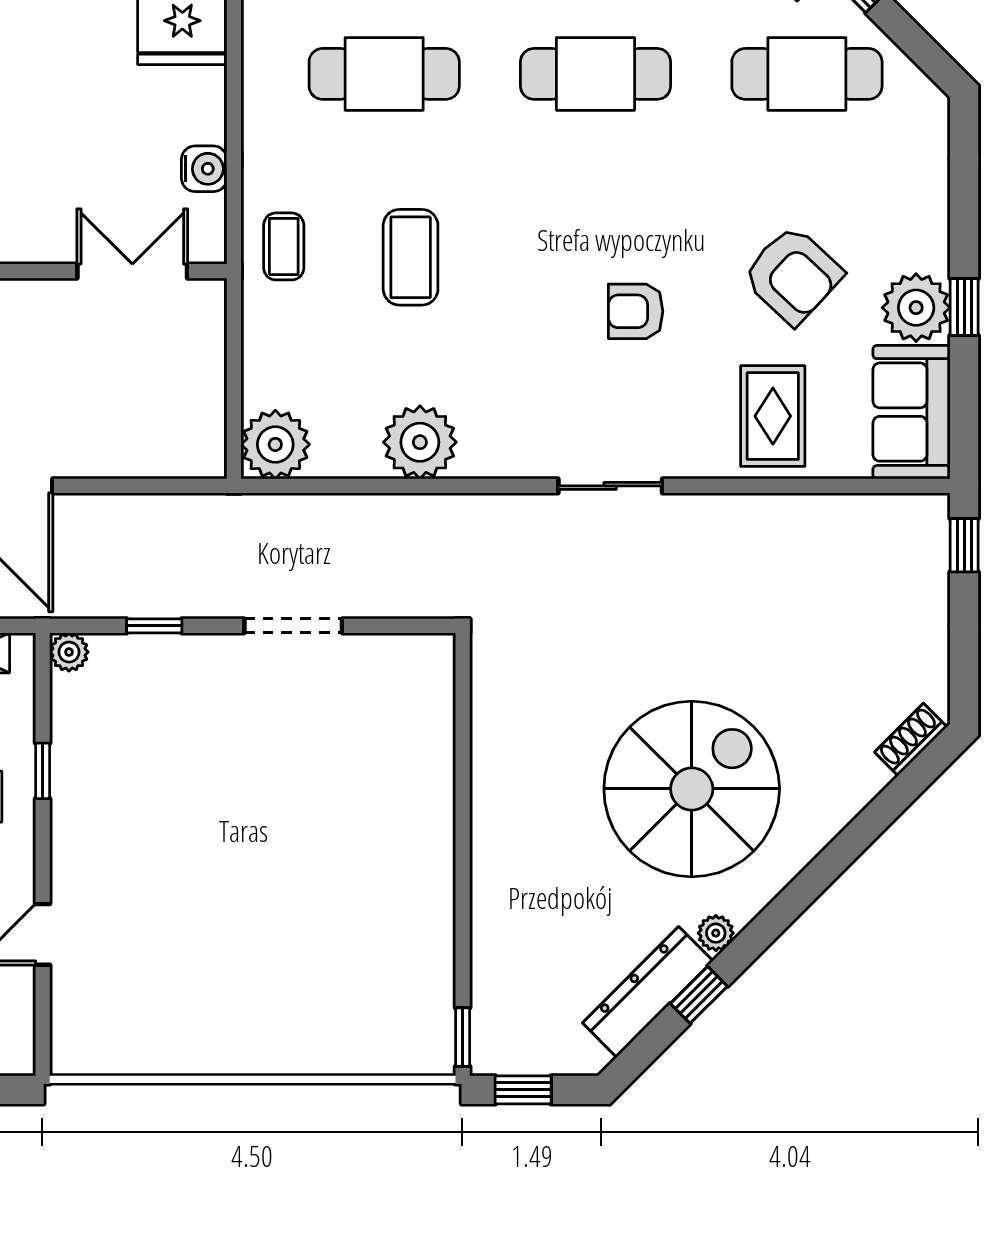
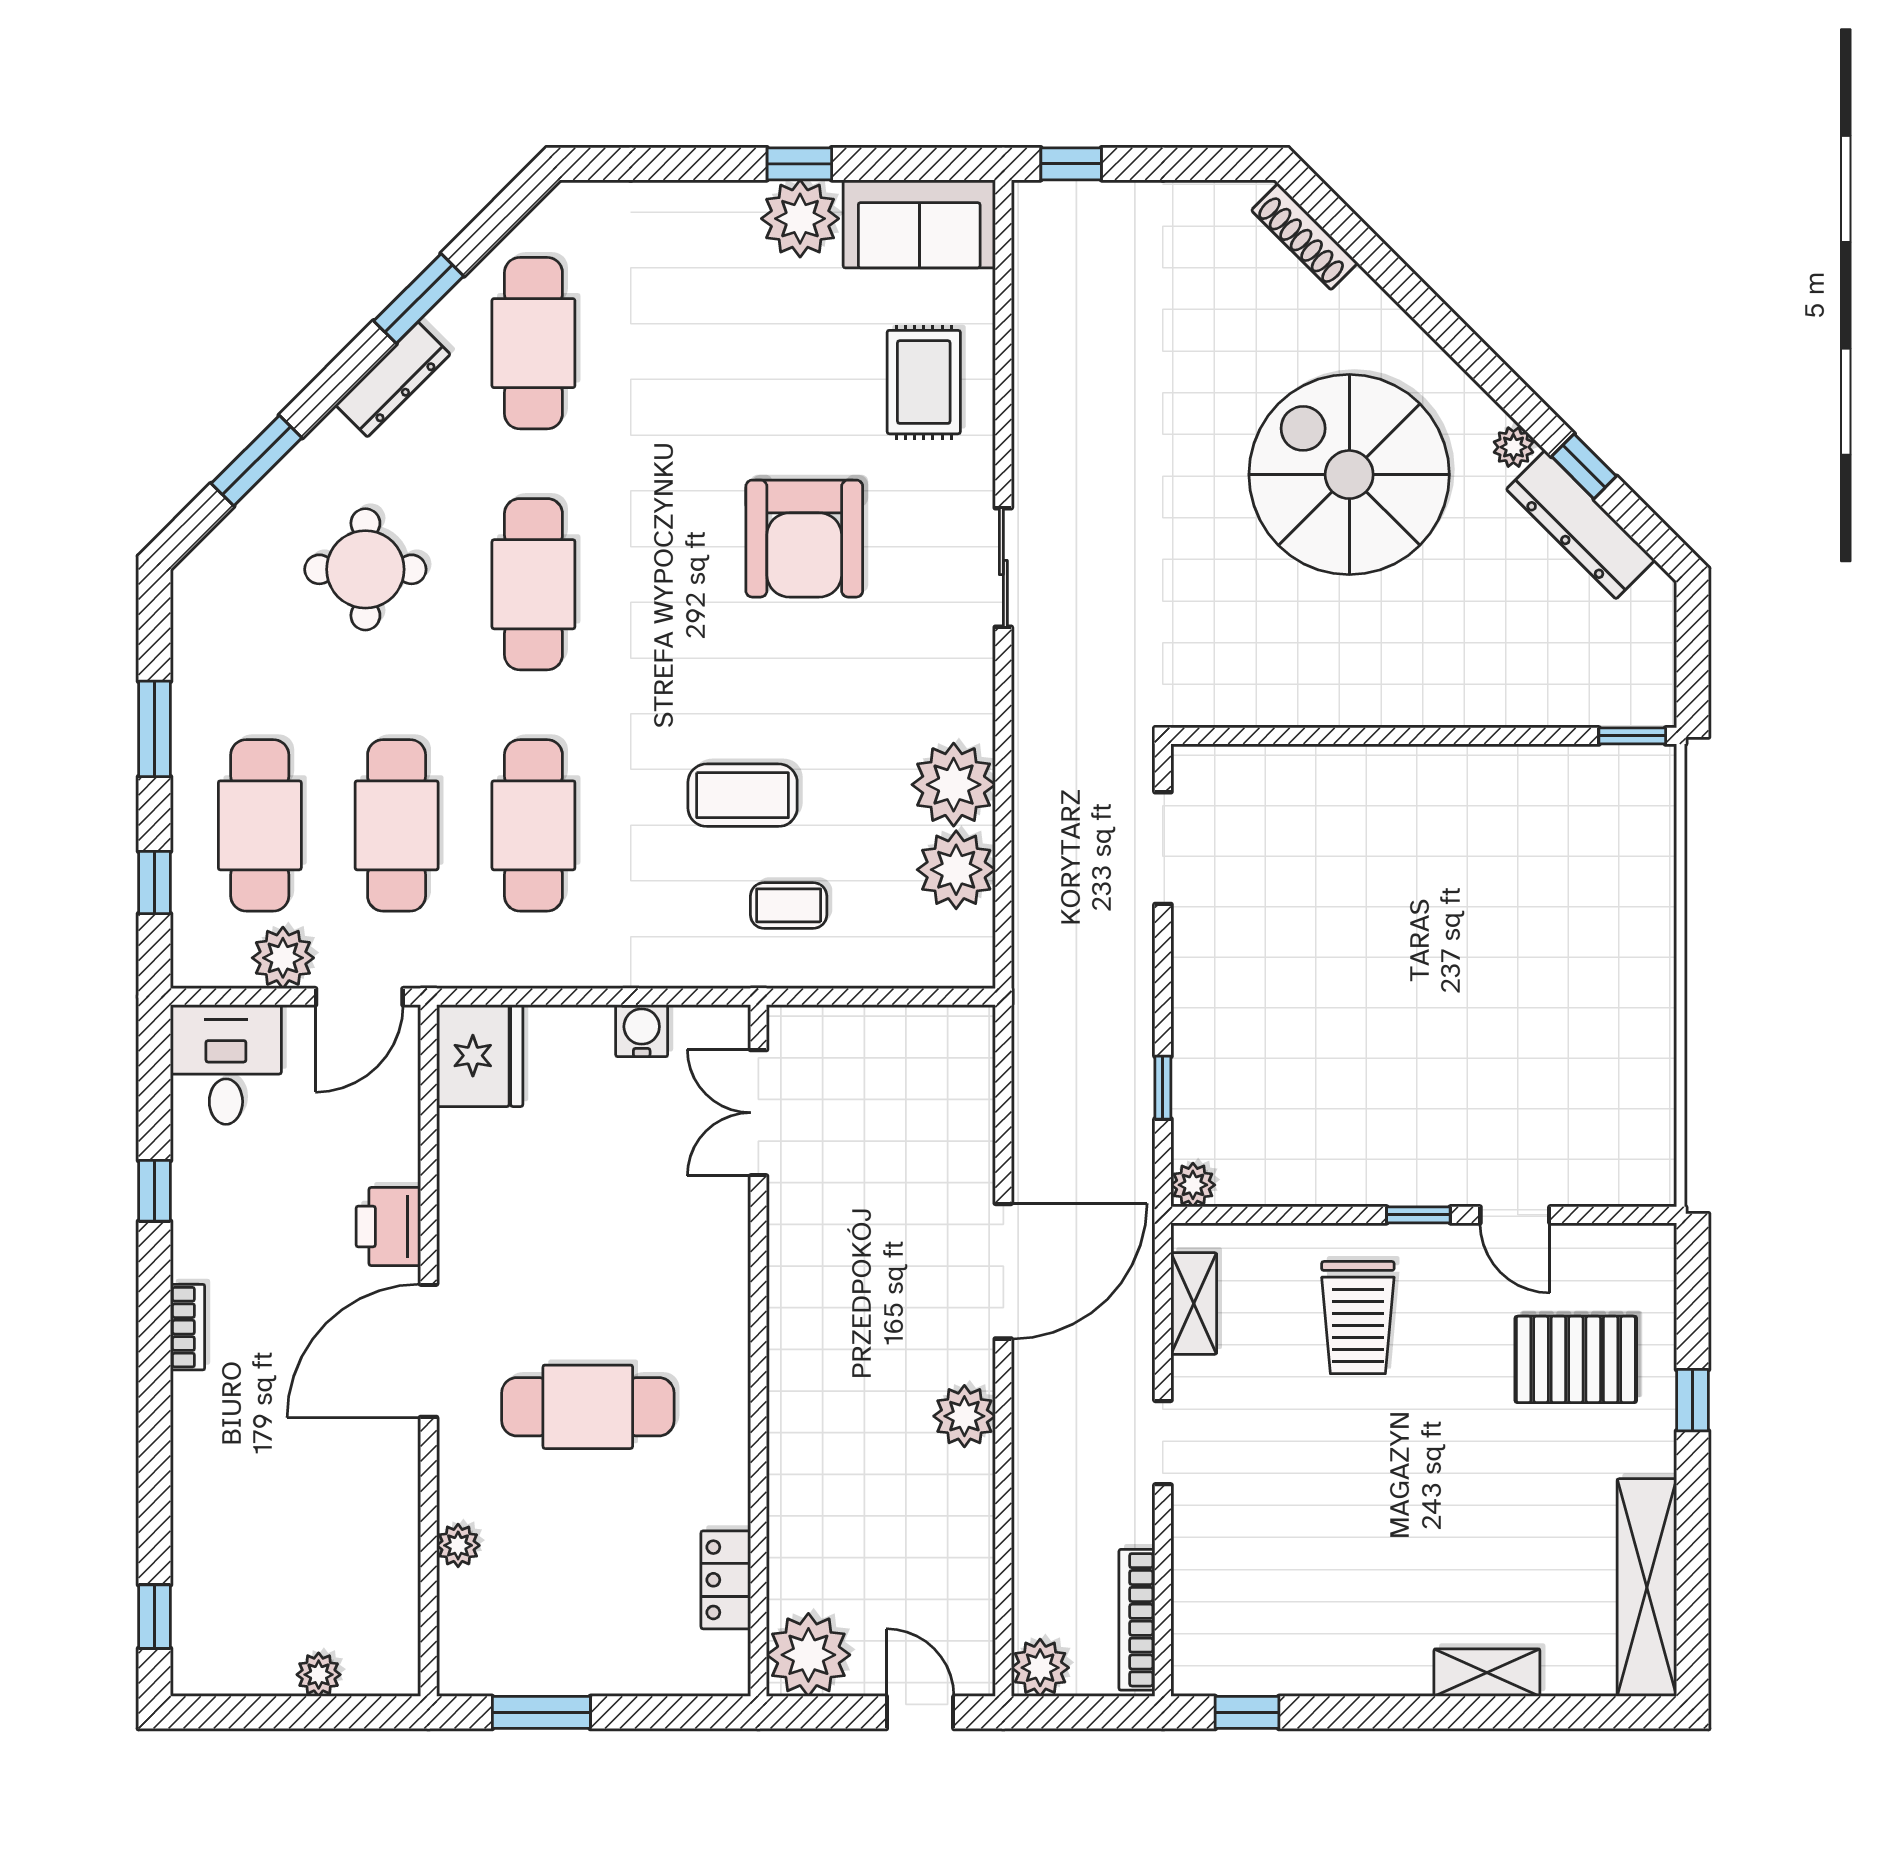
coffee table: (284, 246) -> (789, 905), moved
armchair: (793, 275) -> (763, 359), removed
armchair: (636, 311) -> (804, 539), width x1.88, depth x1.88
rug: (773, 416) -> (924, 382), turned 90
plant: (275, 444) -> (956, 870), moved
doorway: (293, 626) -> (1163, 848), moved
shoe rack: (911, 739) -> (1305, 237), width x1.43
window: (43, 771) -> (1418, 1215), moved
window: (523, 1090) -> (1692, 667), removed

